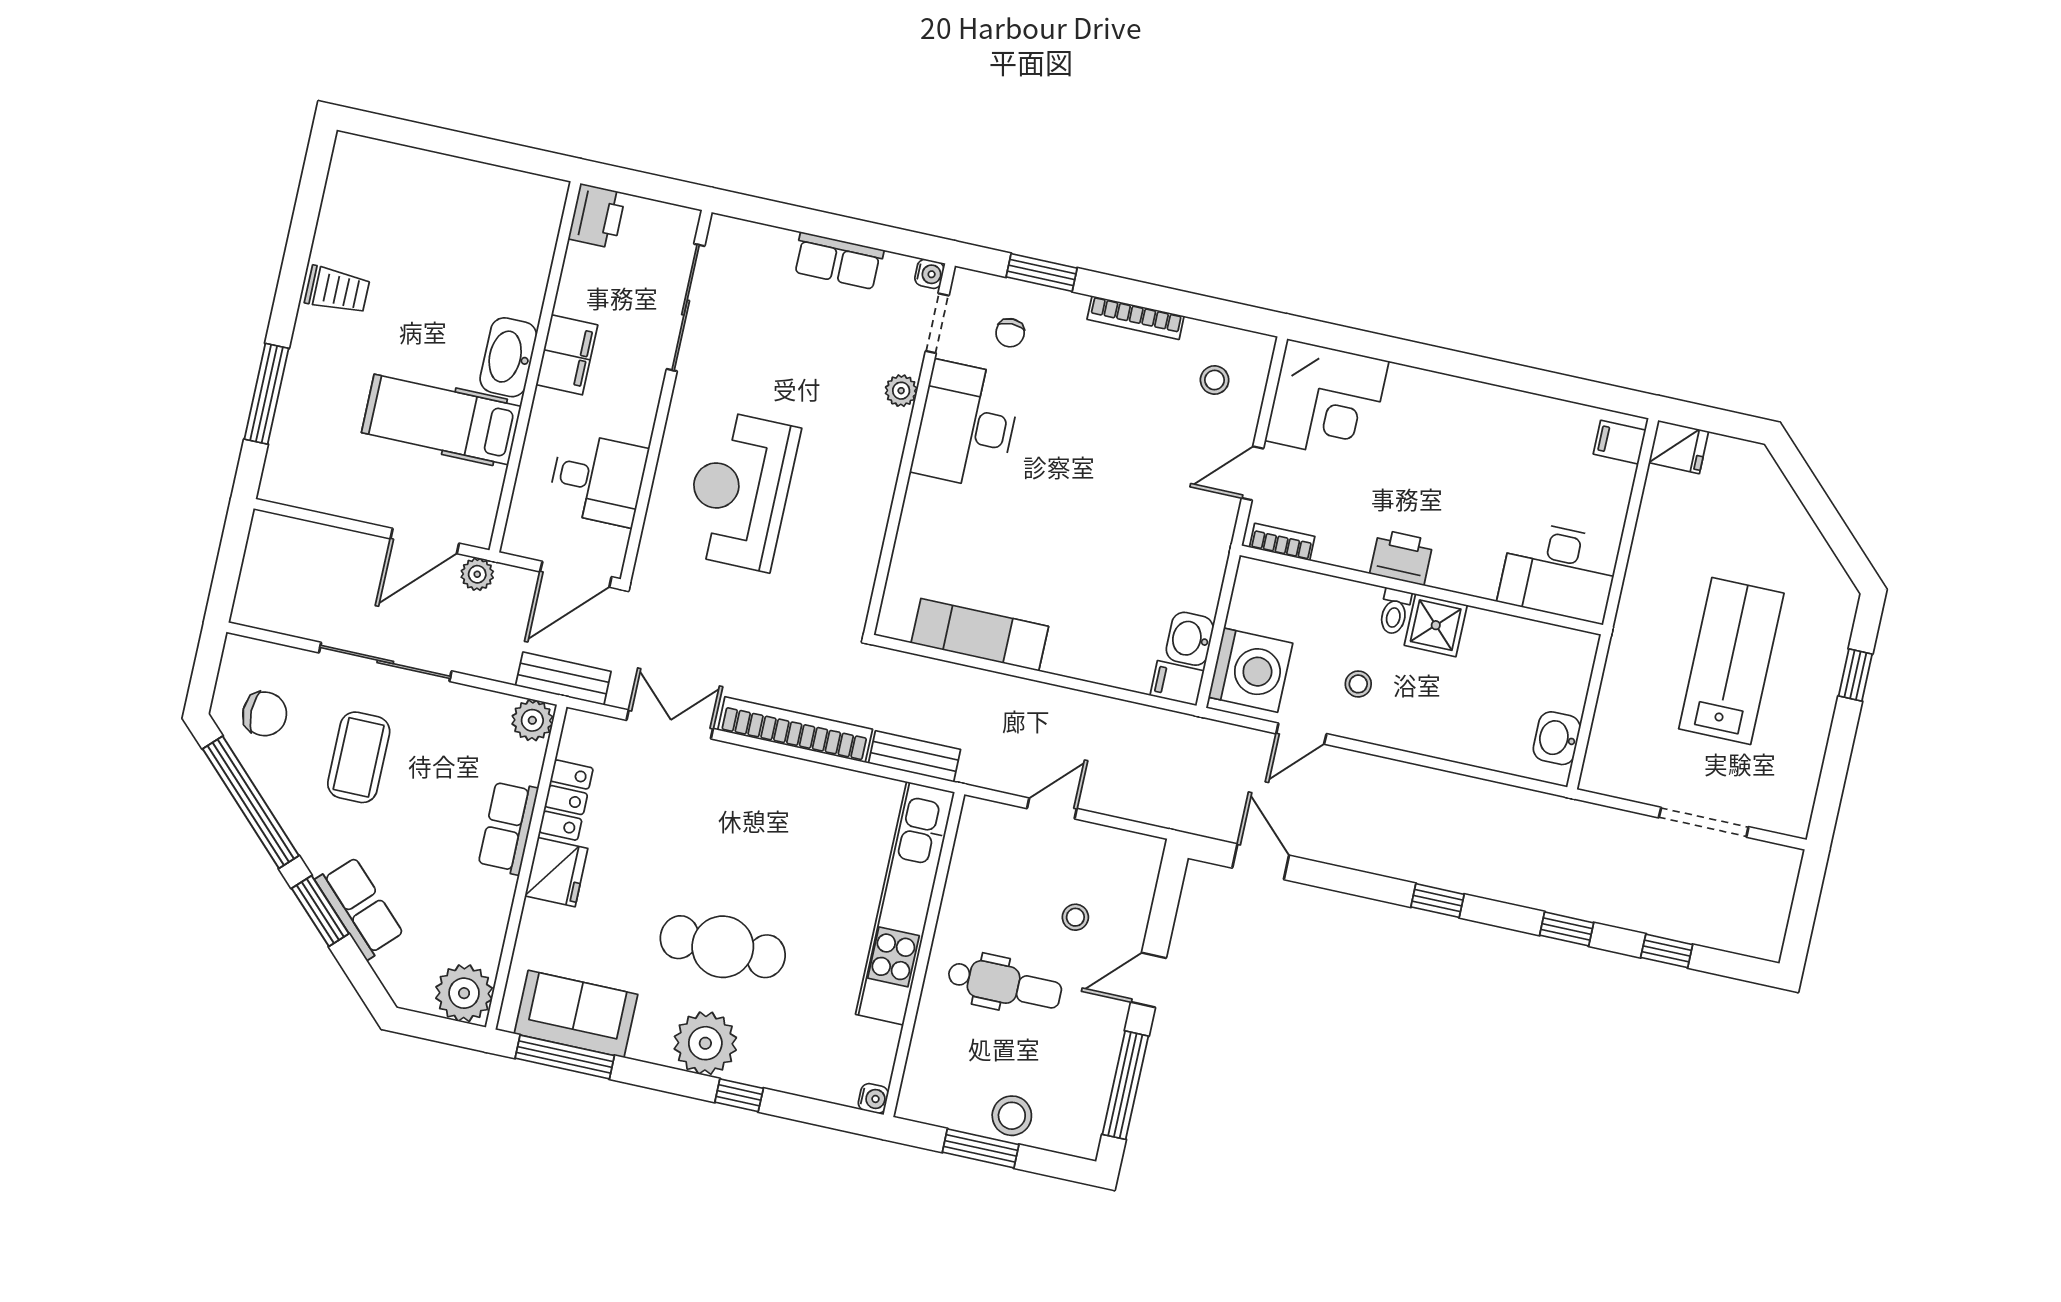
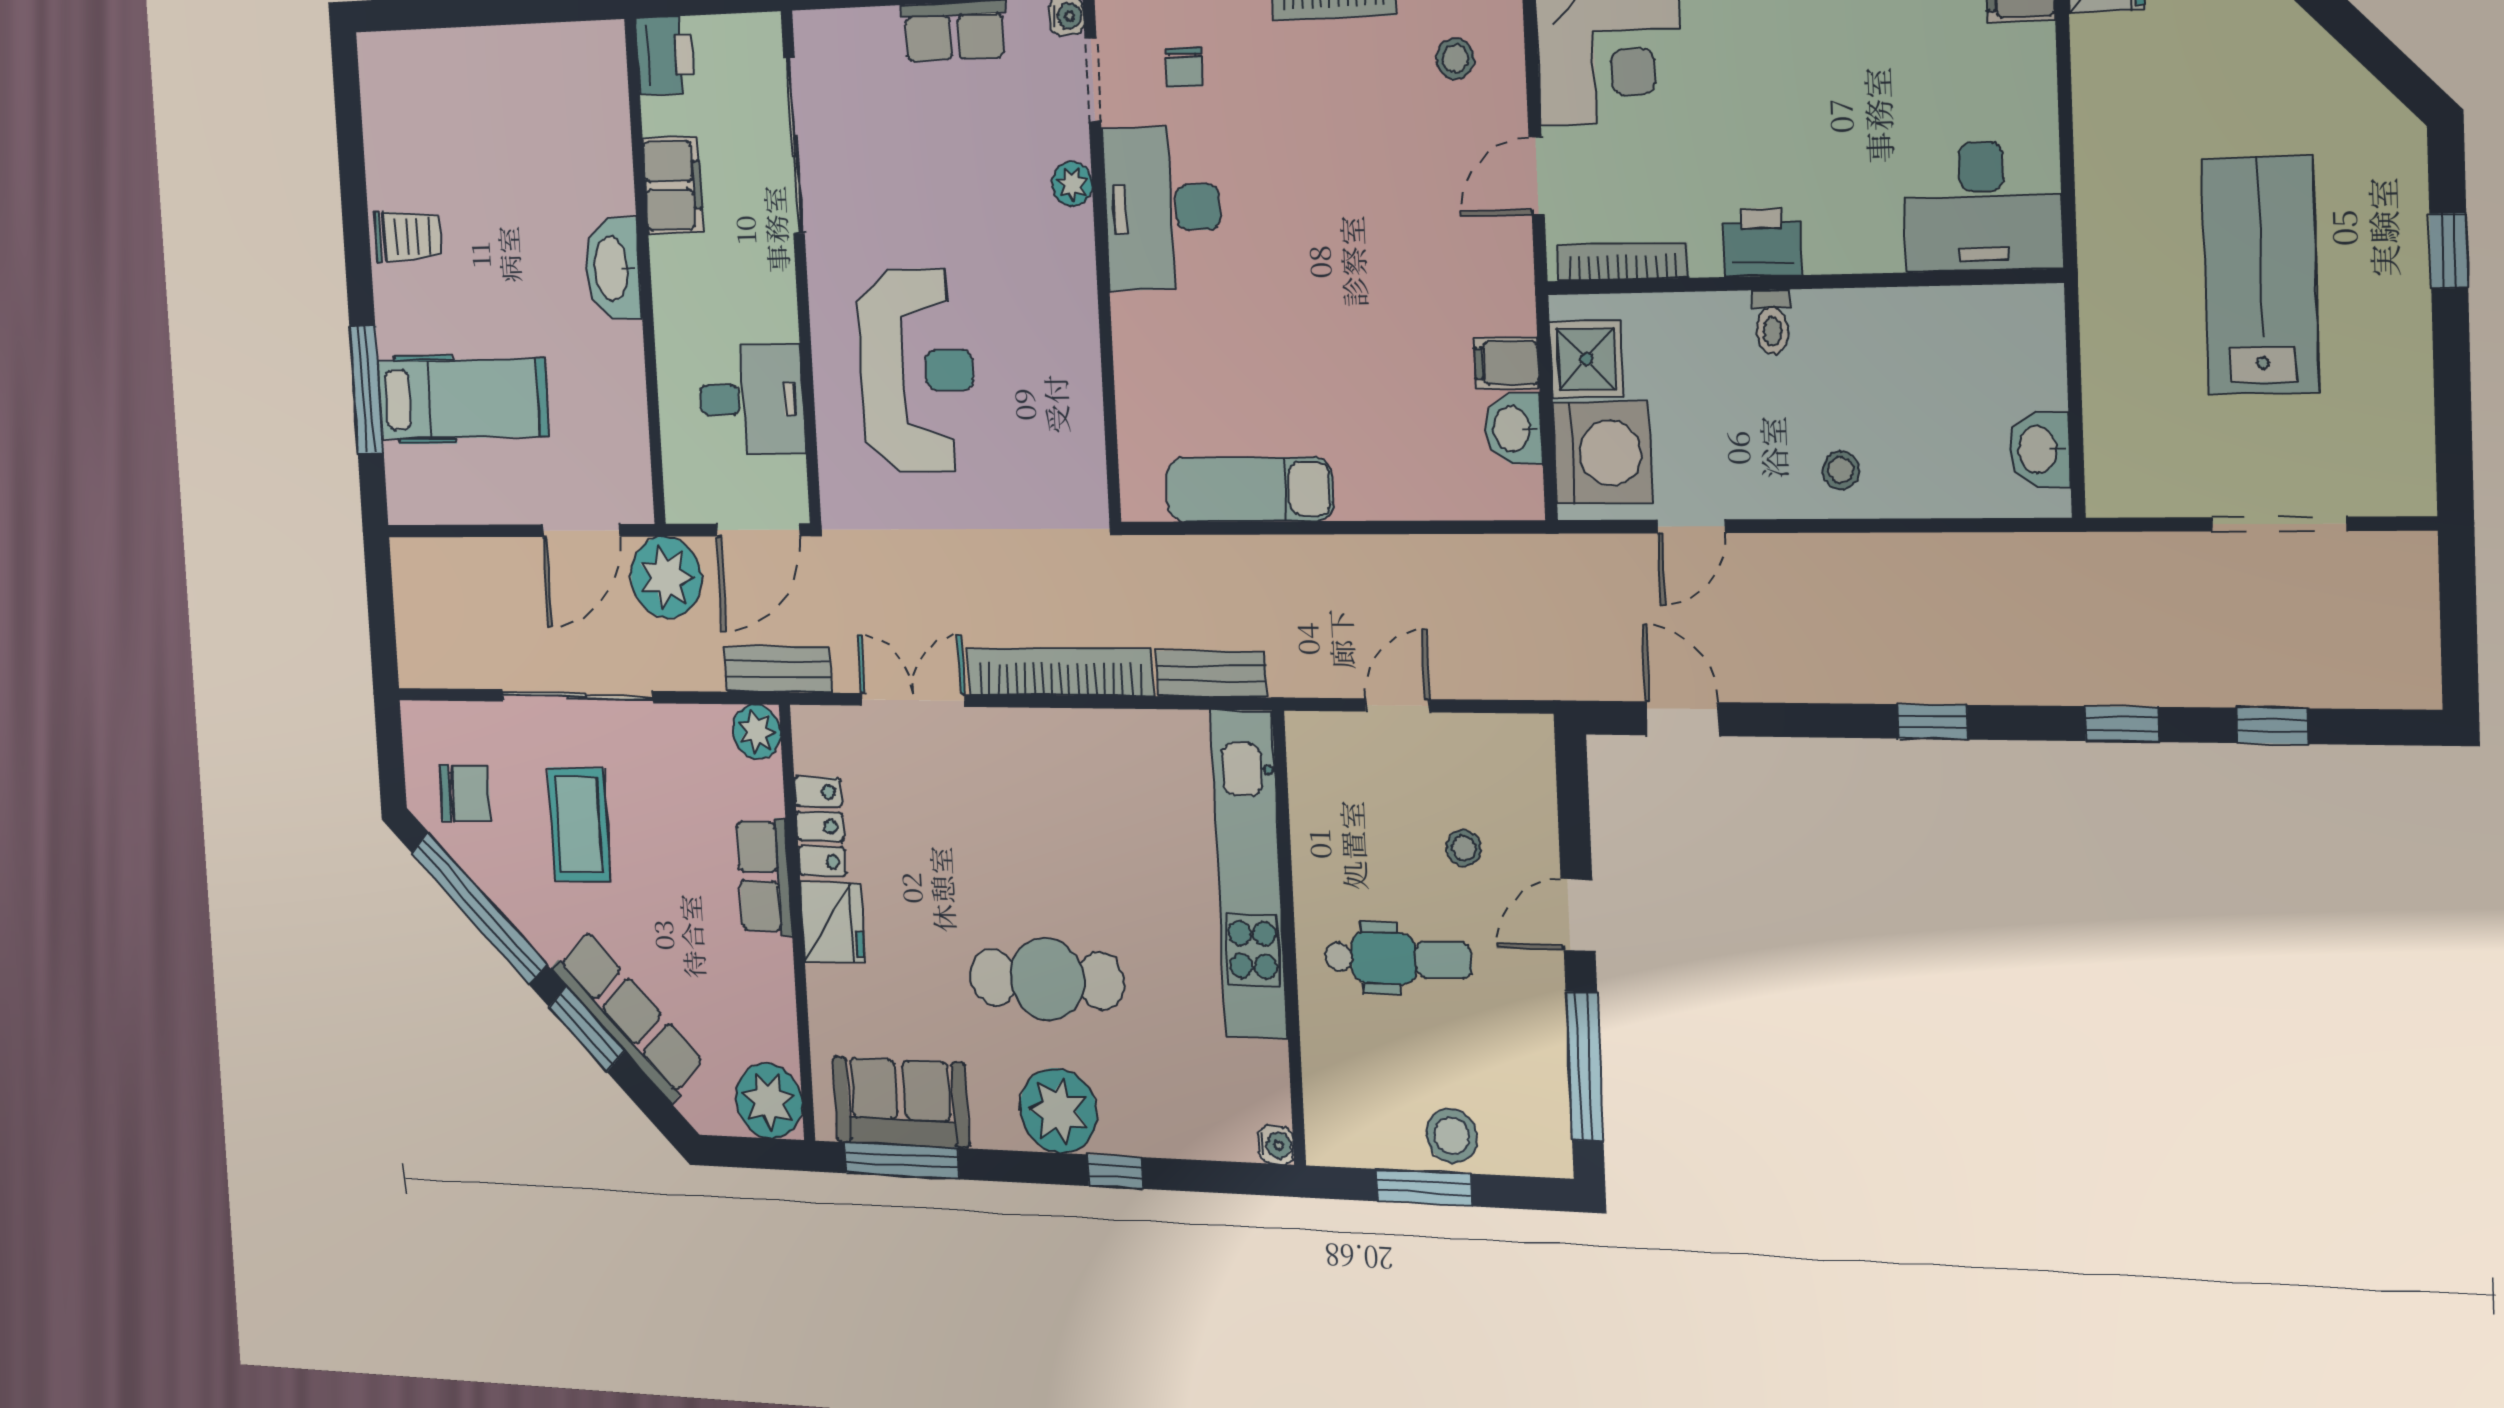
filing cabinet: (567, 355) -> (673, 185), moved
hospital bed: (441, 419) -> (463, 399), moved, turned 180
reception desk: (740, 491) -> (917, 370), turned 180
bookcase: (1282, 542) -> (1622, 261), width x1.56
plant: (477, 574) -> (666, 577), width x1.88, depth x1.88
shower: (1436, 625) -> (1586, 359), moved
filing cabinet: (1177, 683) -> (1507, 363), moved
stool: (1358, 684) -> (1841, 470), moved
row of seats: (360, 908) -> (628, 1016), width x1.48

